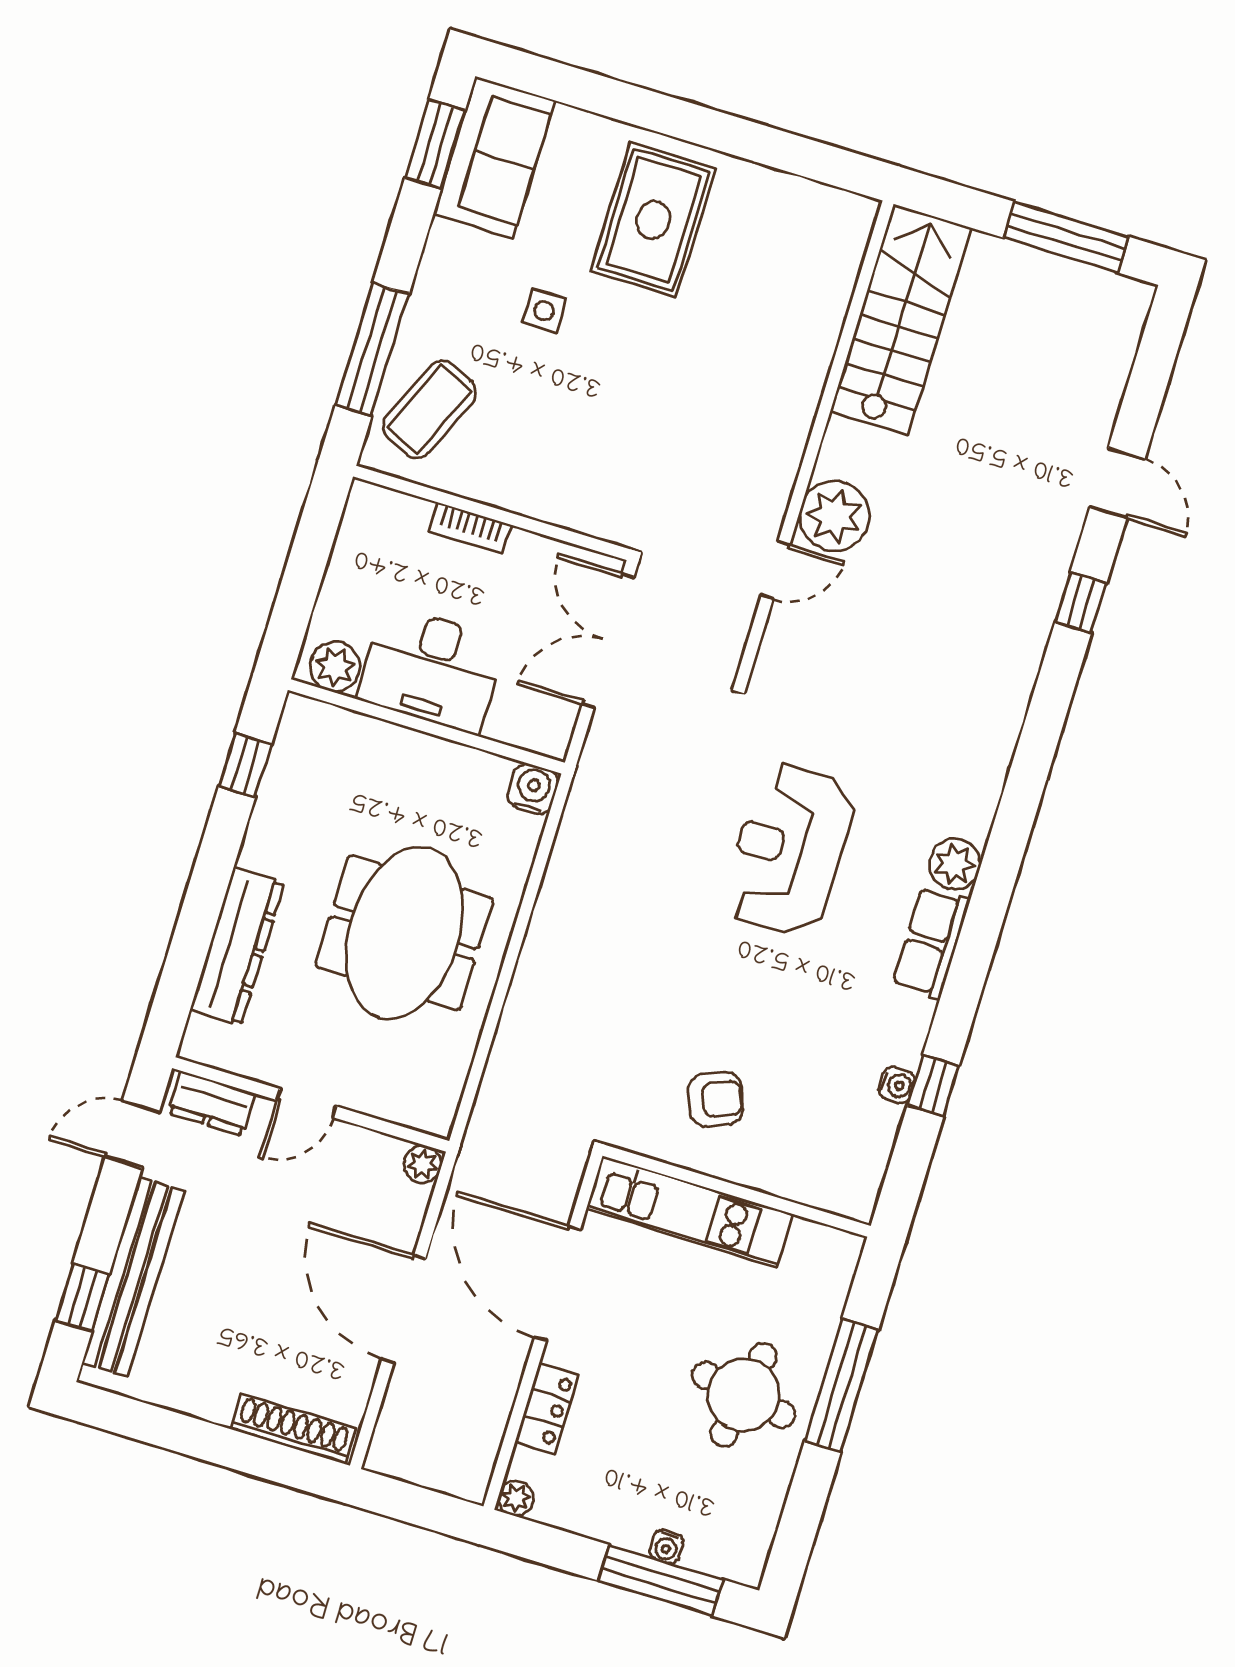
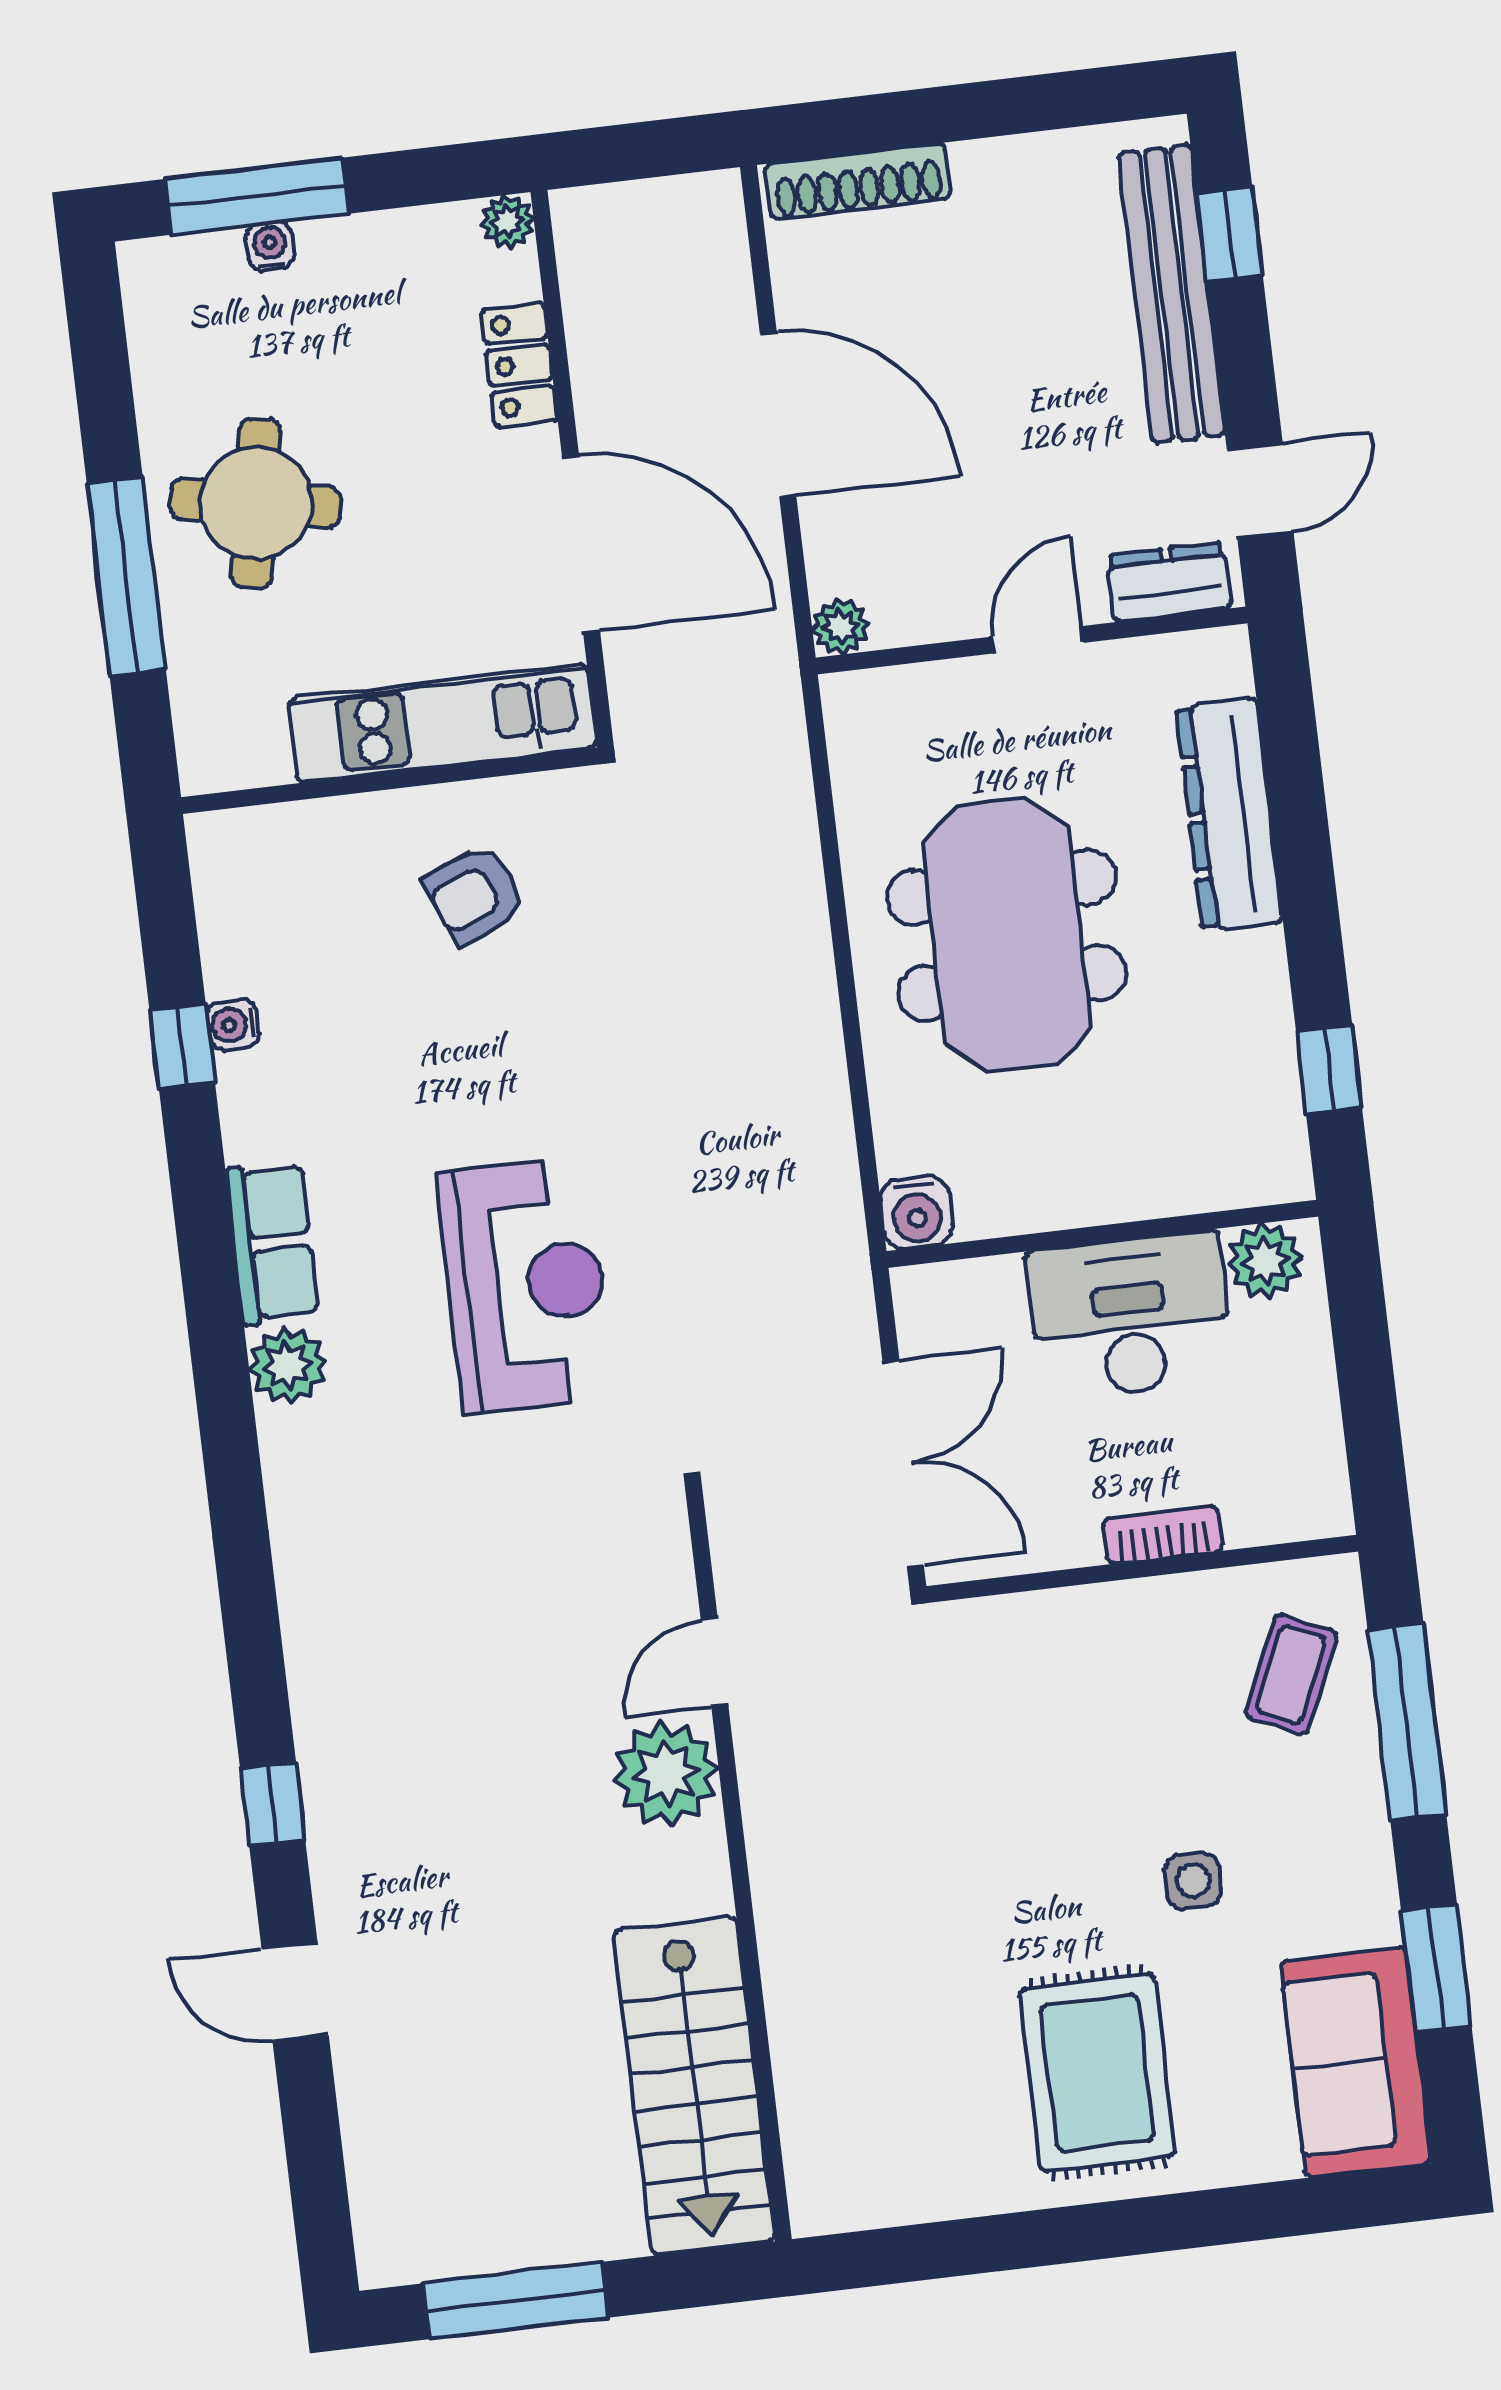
window: (435, 144) -> (1436, 1968), moved
coffee table: (430, 409) -> (1291, 1674), width x0.73, depth x0.77

